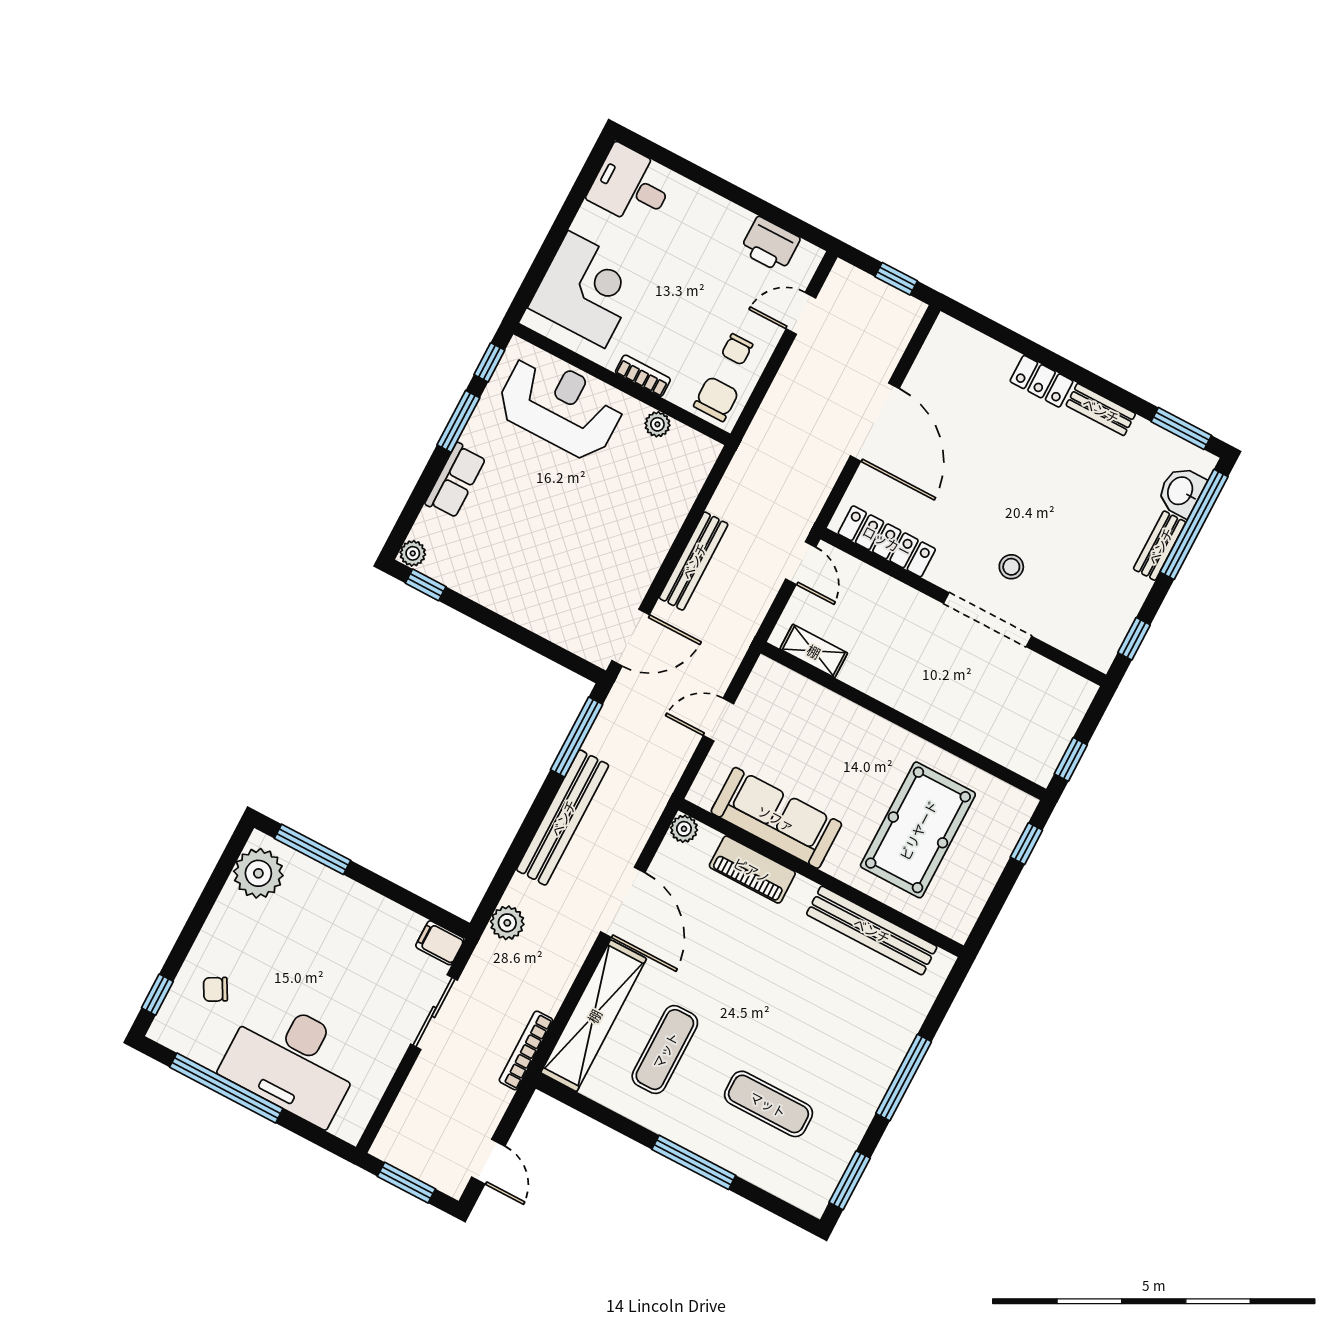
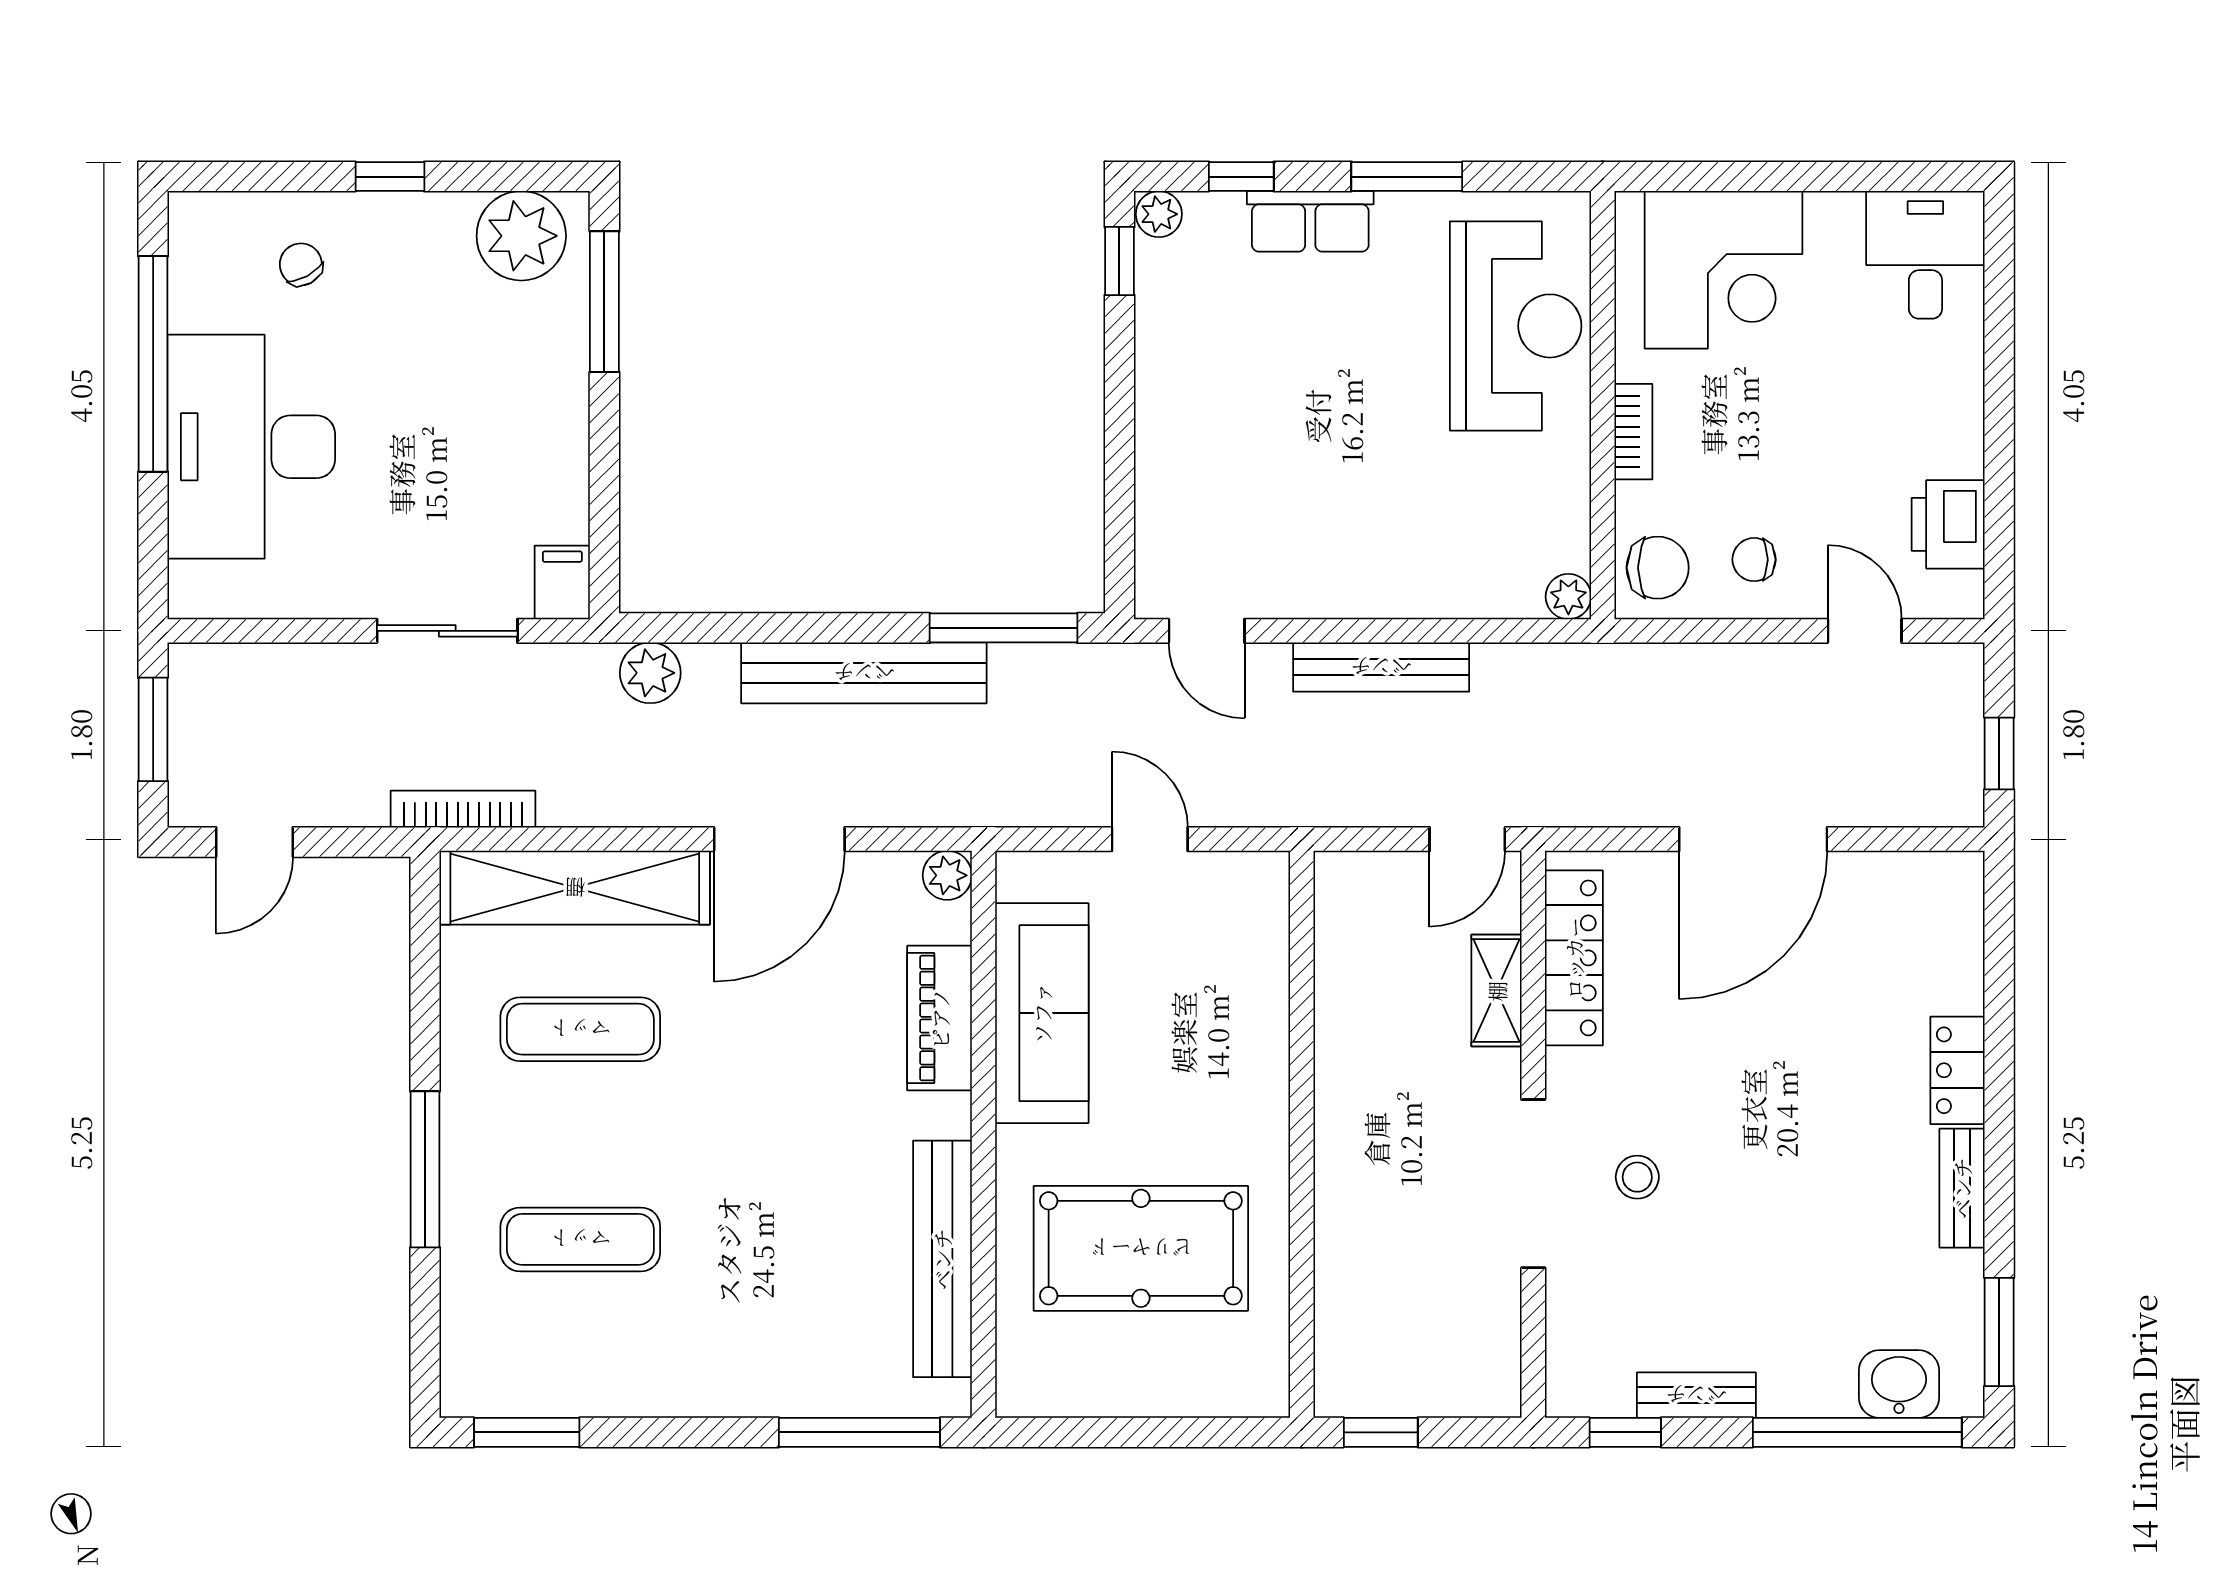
window: (489, 362) -> (1241, 177), moved
plant: (657, 424) -> (1568, 597), moved
bench: (1160, 546) -> (1696, 1395), moved
door: (631, 638) -> (1207, 631), width x0.73
shelving: (814, 651) -> (1497, 991), moved
window: (1026, 844) -> (1210, 1432), removed
window: (157, 995) -> (390, 177), moved
window: (904, 1078) -> (859, 1432), moved
exercise mat: (768, 1104) -> (580, 1239), turned 90

